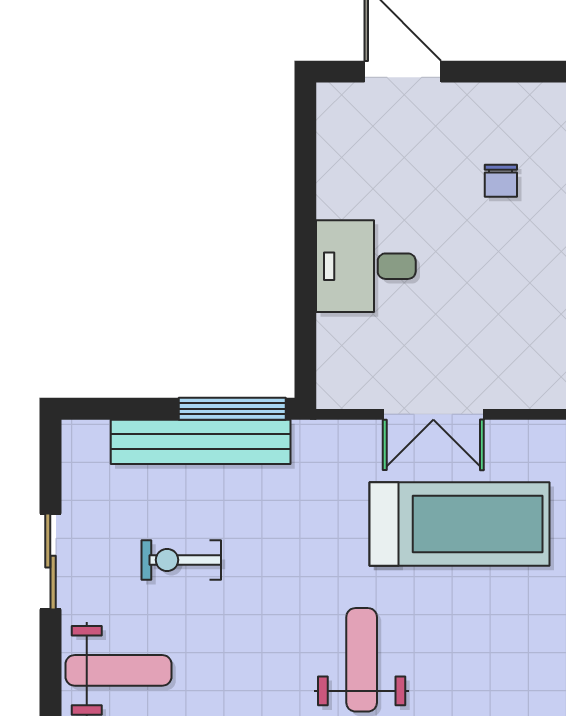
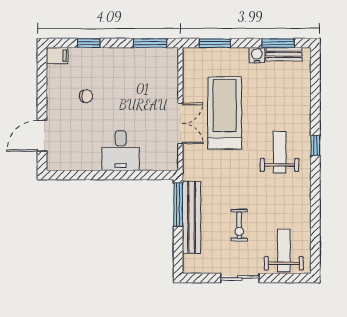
weight bench: (362, 660) -> (280, 152), turned 90

